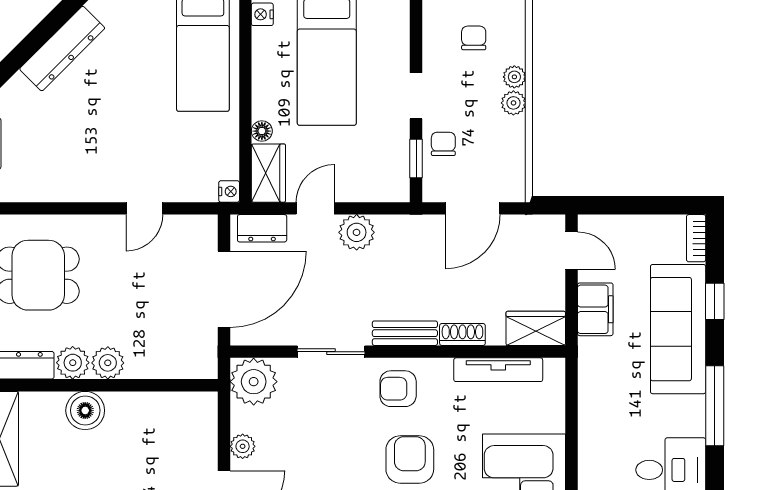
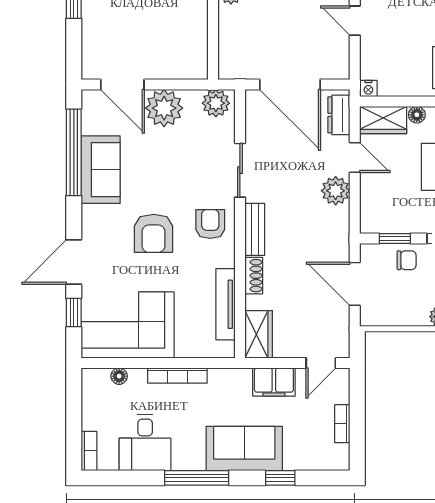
bookcase: (696, 238) -> (342, 424), moved, turned -90
sofa: (678, 329) -> (244, 448), width x0.73
plant: (254, 382) -> (216, 103), width x0.73, depth x0.73
bookcase: (587, 430) -> (177, 376), added
plant: (243, 446) -> (164, 108), width x1.88, depth x1.88
armchair: (410, 459) -> (154, 233), turned 90

